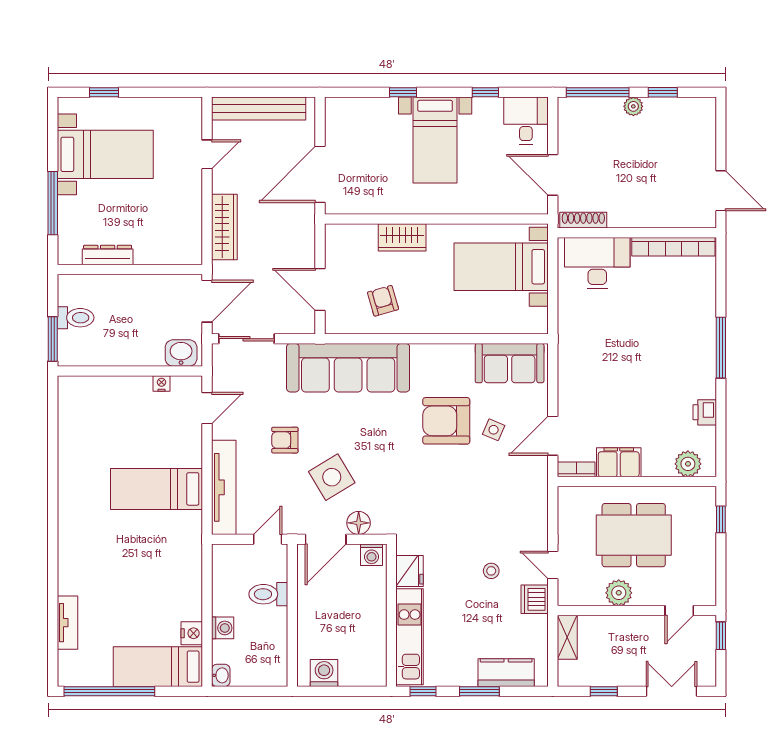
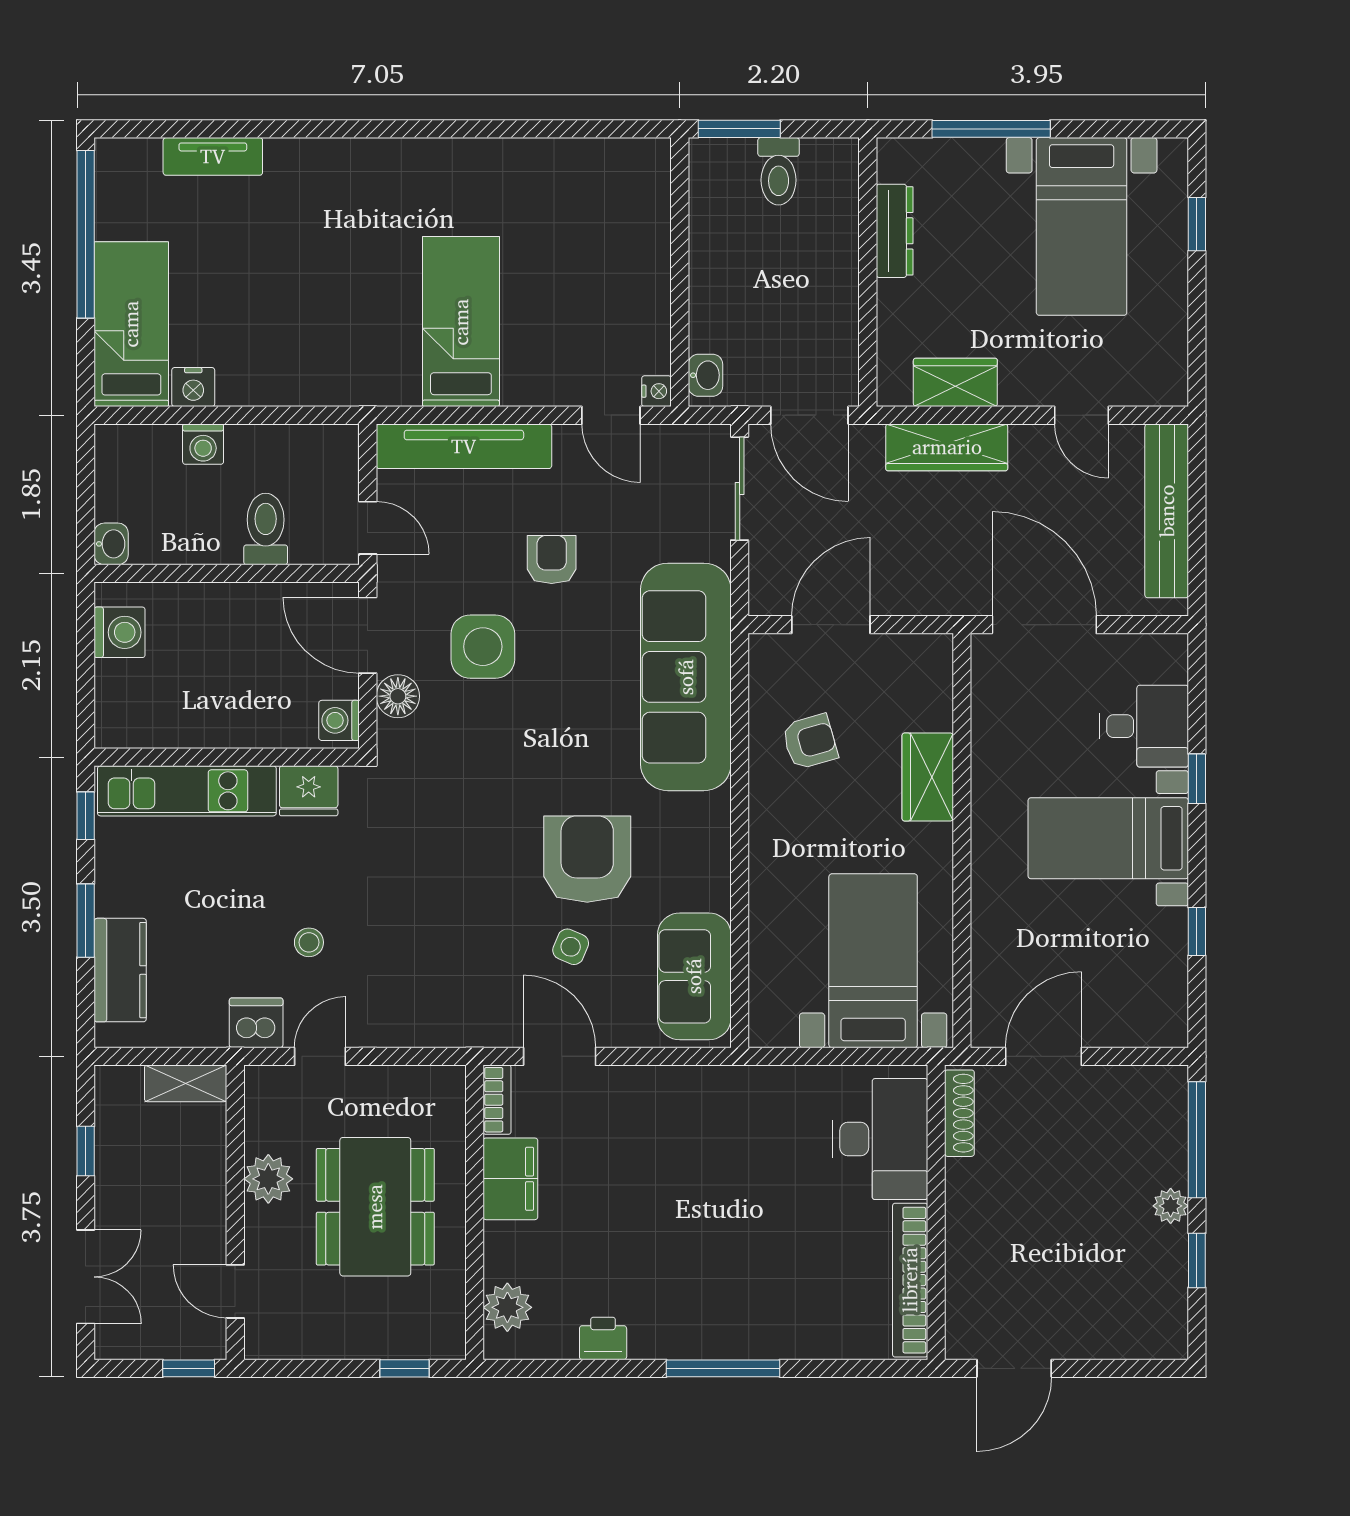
desk: (526, 121) -> (1144, 726), moved
wardrobe: (189, 222) -> (955, 382), added
washbasin: (181, 353) -> (705, 375), width x0.72, depth x0.69
nightstand: (161, 383) -> (657, 391), moved
side table: (332, 477) -> (483, 647), turned 31
washbasin: (221, 675) -> (111, 544), moved, turned -90

